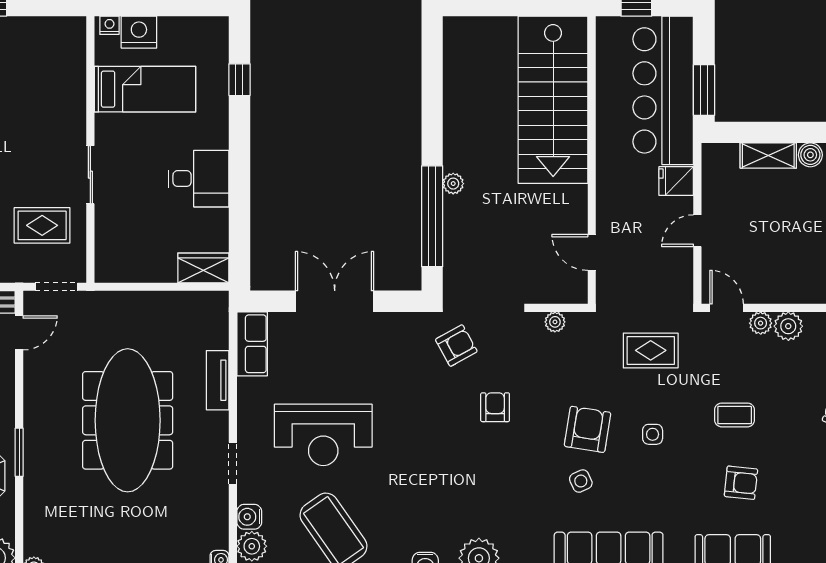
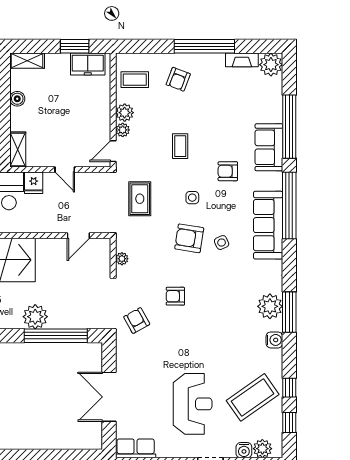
shelving: (768, 156) -> (18, 149), moved
plant: (453, 184) -> (35, 317), width x1.87, depth x1.87
armchair: (741, 483) -> (228, 171), moved, turned -96

